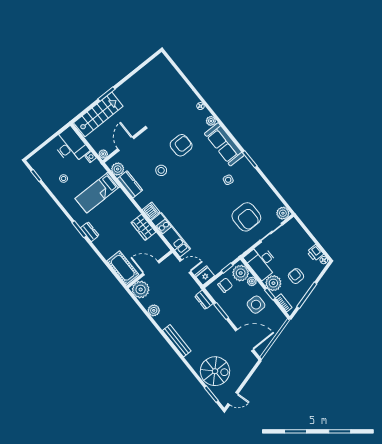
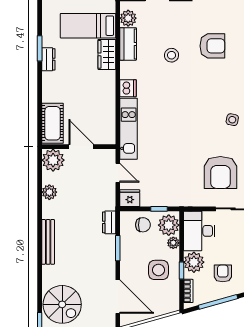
wardrobe: (143, 227) -> (107, 54), moved

